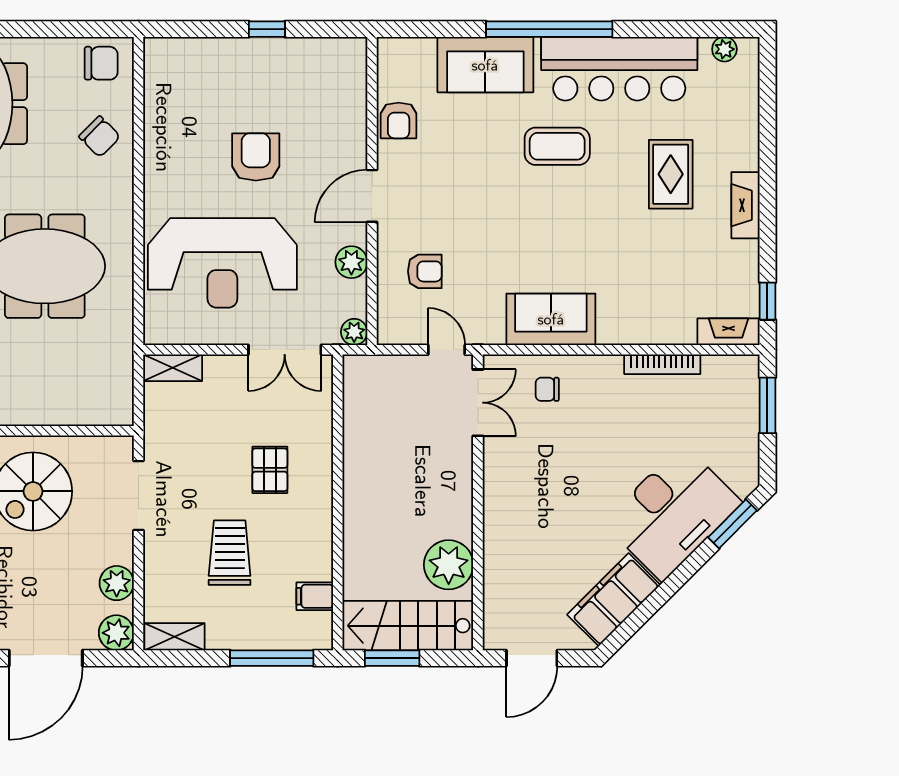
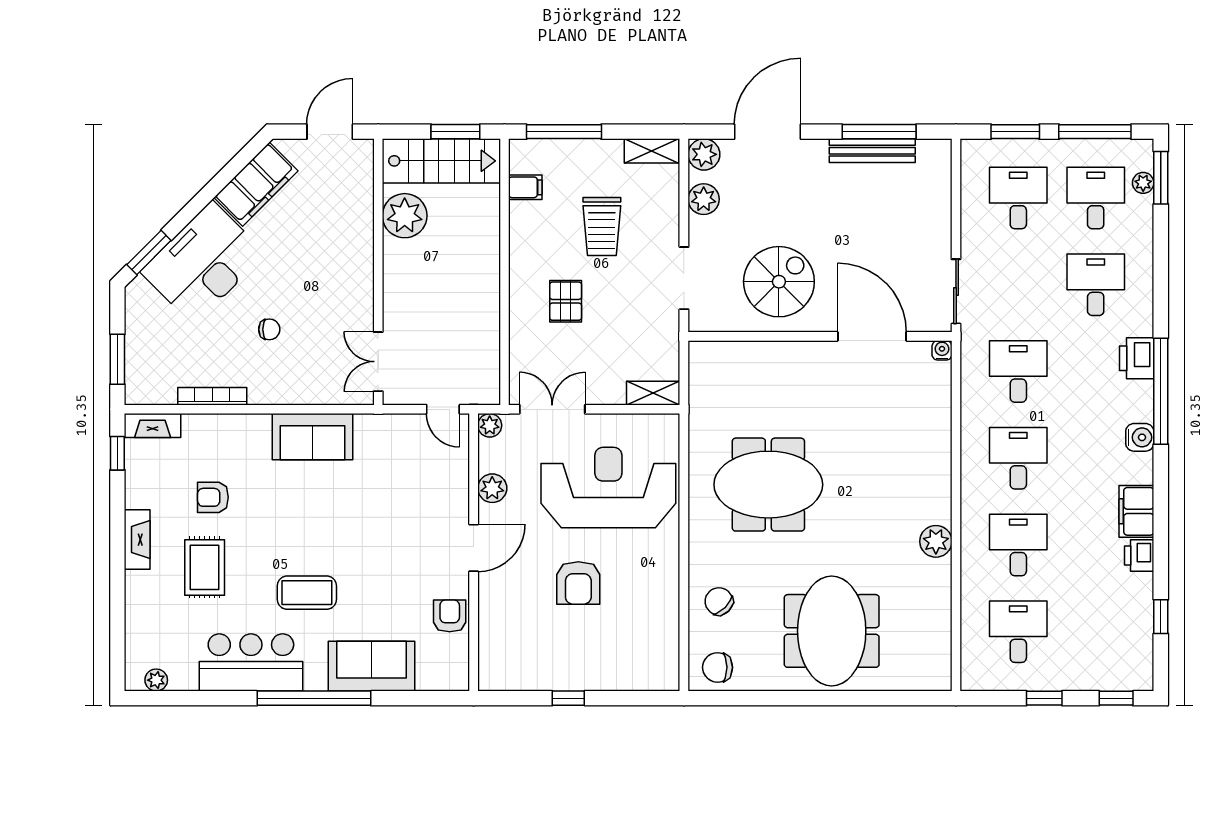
bar counter: (619, 69) -> (251, 662), width x0.73
armchair: (425, 271) -> (213, 497), moved
door: (447, 350) -> (443, 409), moved
chair: (547, 389) -> (269, 329), moved

